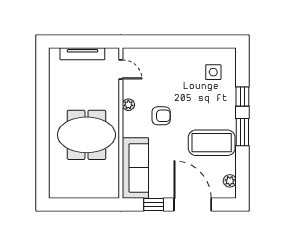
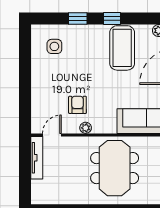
tv unit: (82, 54) -> (37, 158), moved
armchair: (161, 116) -> (77, 105), moved
window: (242, 132) -> (112, 19), width x0.67

